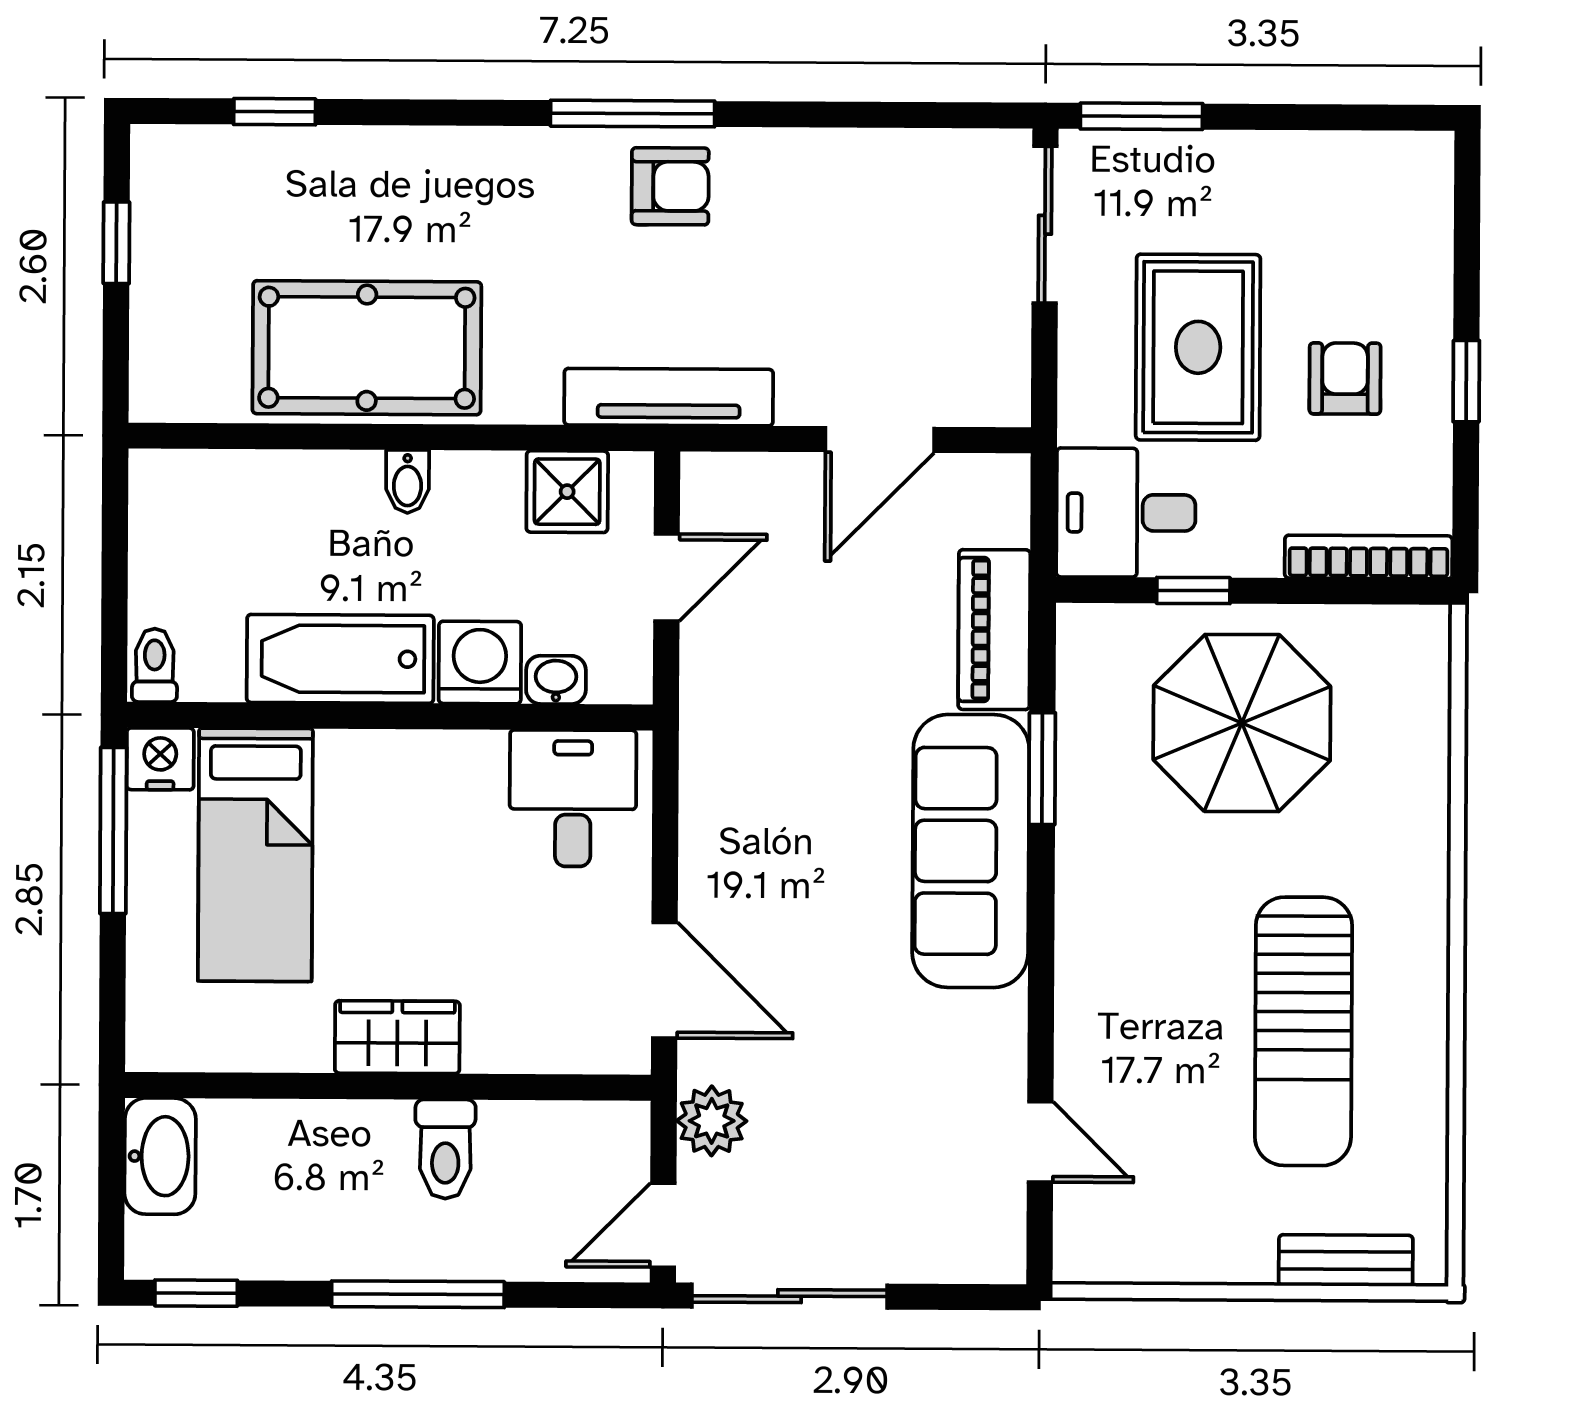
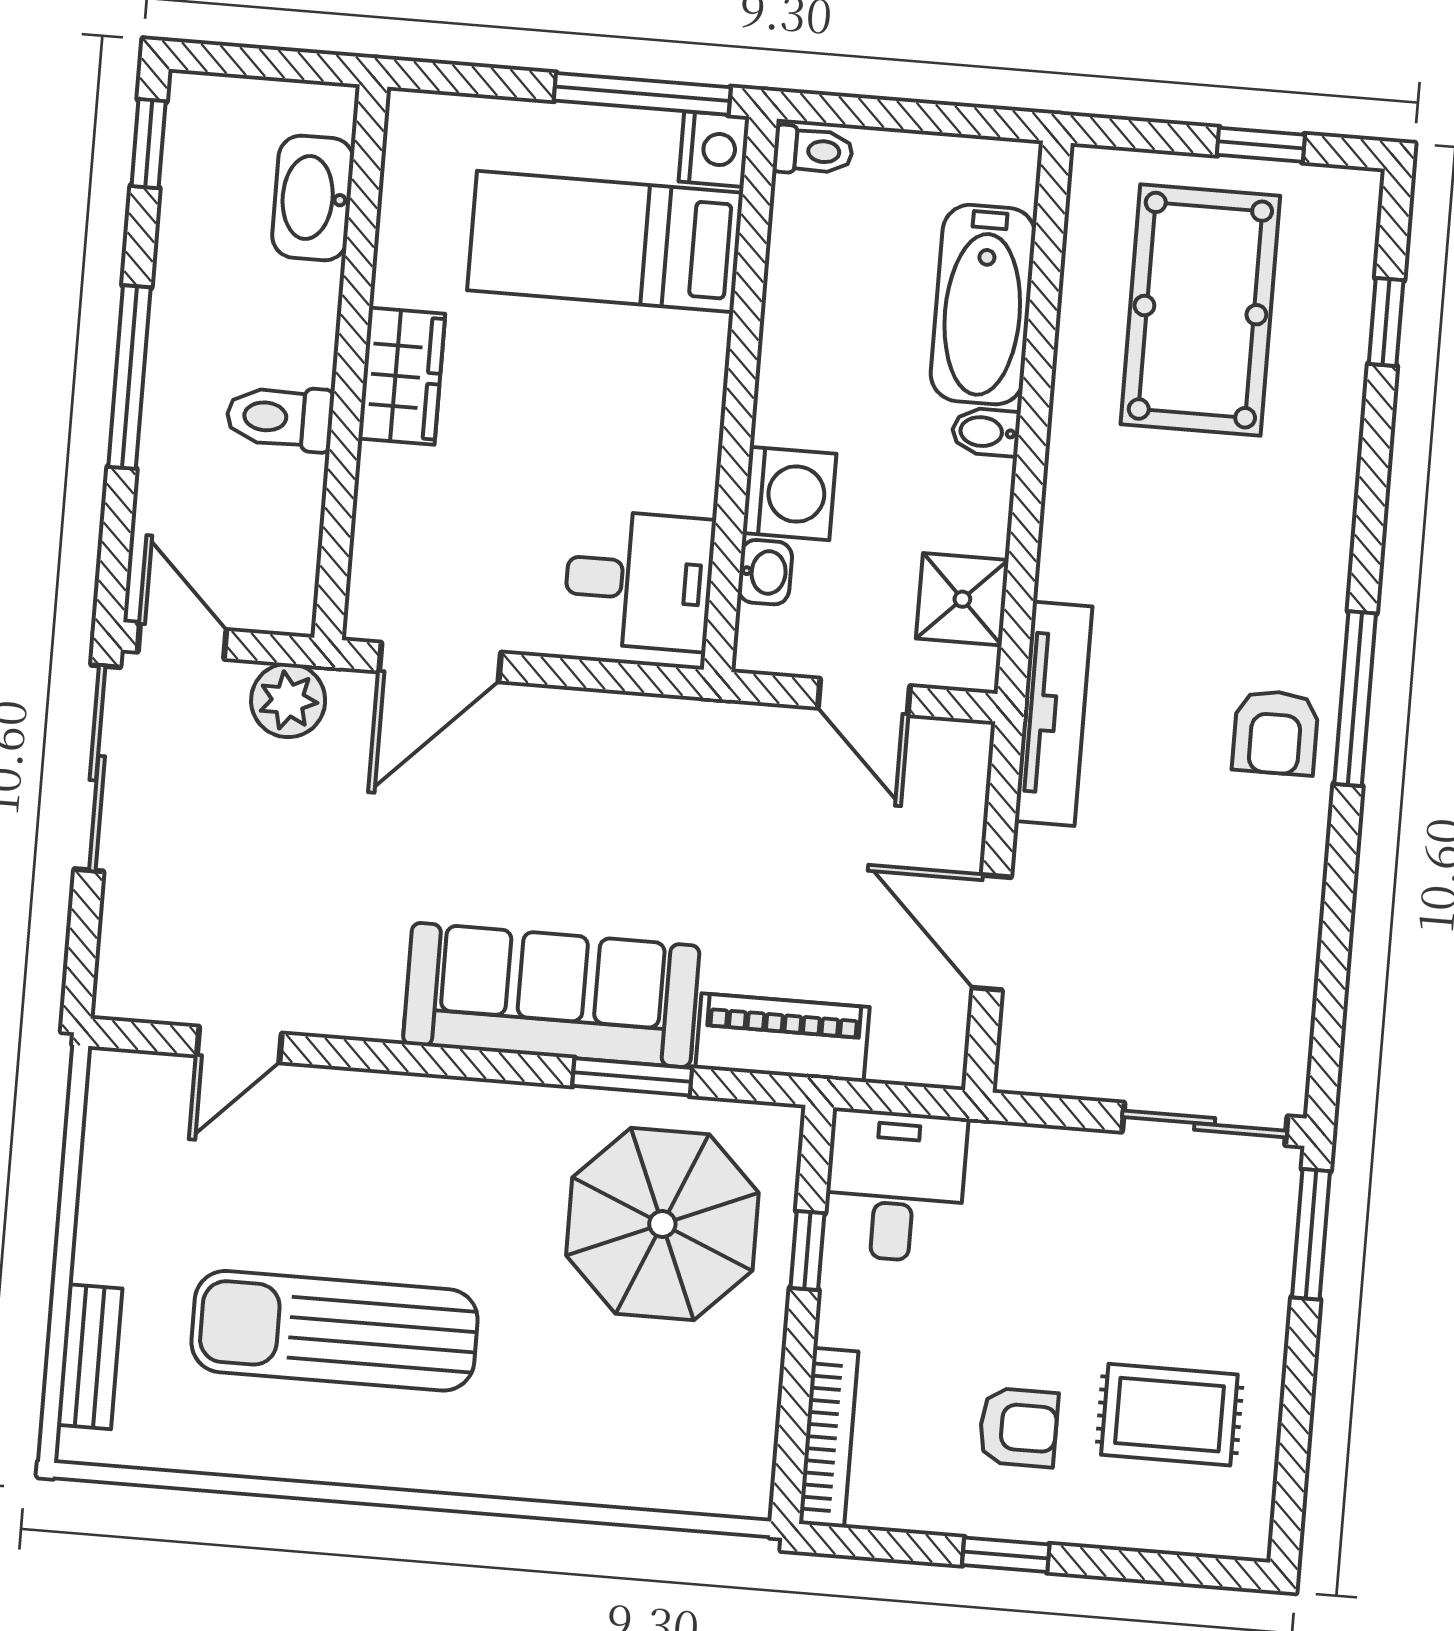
rug: (1198, 347) -> (1169, 1415), moved, width x0.73, depth x0.70
pool table: (367, 348) -> (1200, 310), moved
bathtub: (340, 659) -> (983, 305), moved, turned 180
parasol: (1242, 723) -> (662, 1224), moved
washbasin: (160, 1156) -> (313, 198), moved, turned 90

